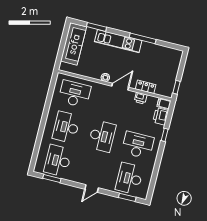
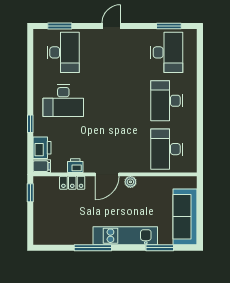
desk: (75, 94) -> (167, 149), turned 90
desk: (66, 127) -> (167, 101), turned 180
desk: (102, 136) -> (115, 101), removed

